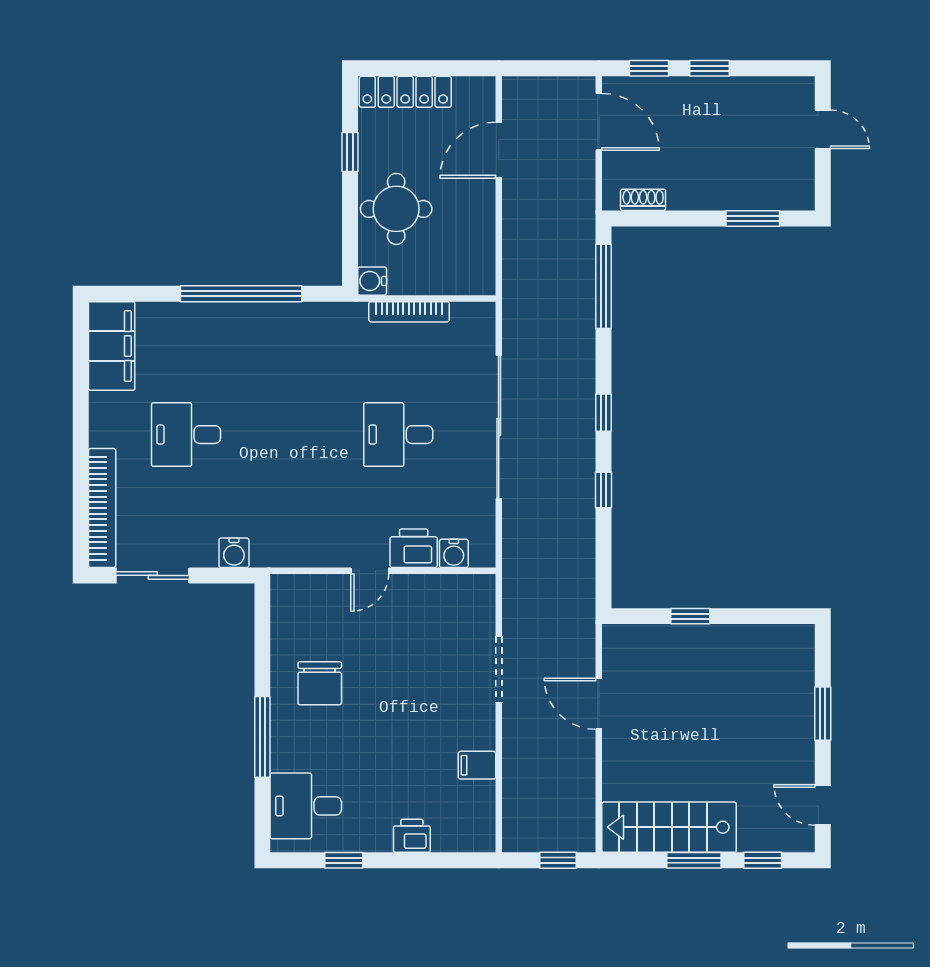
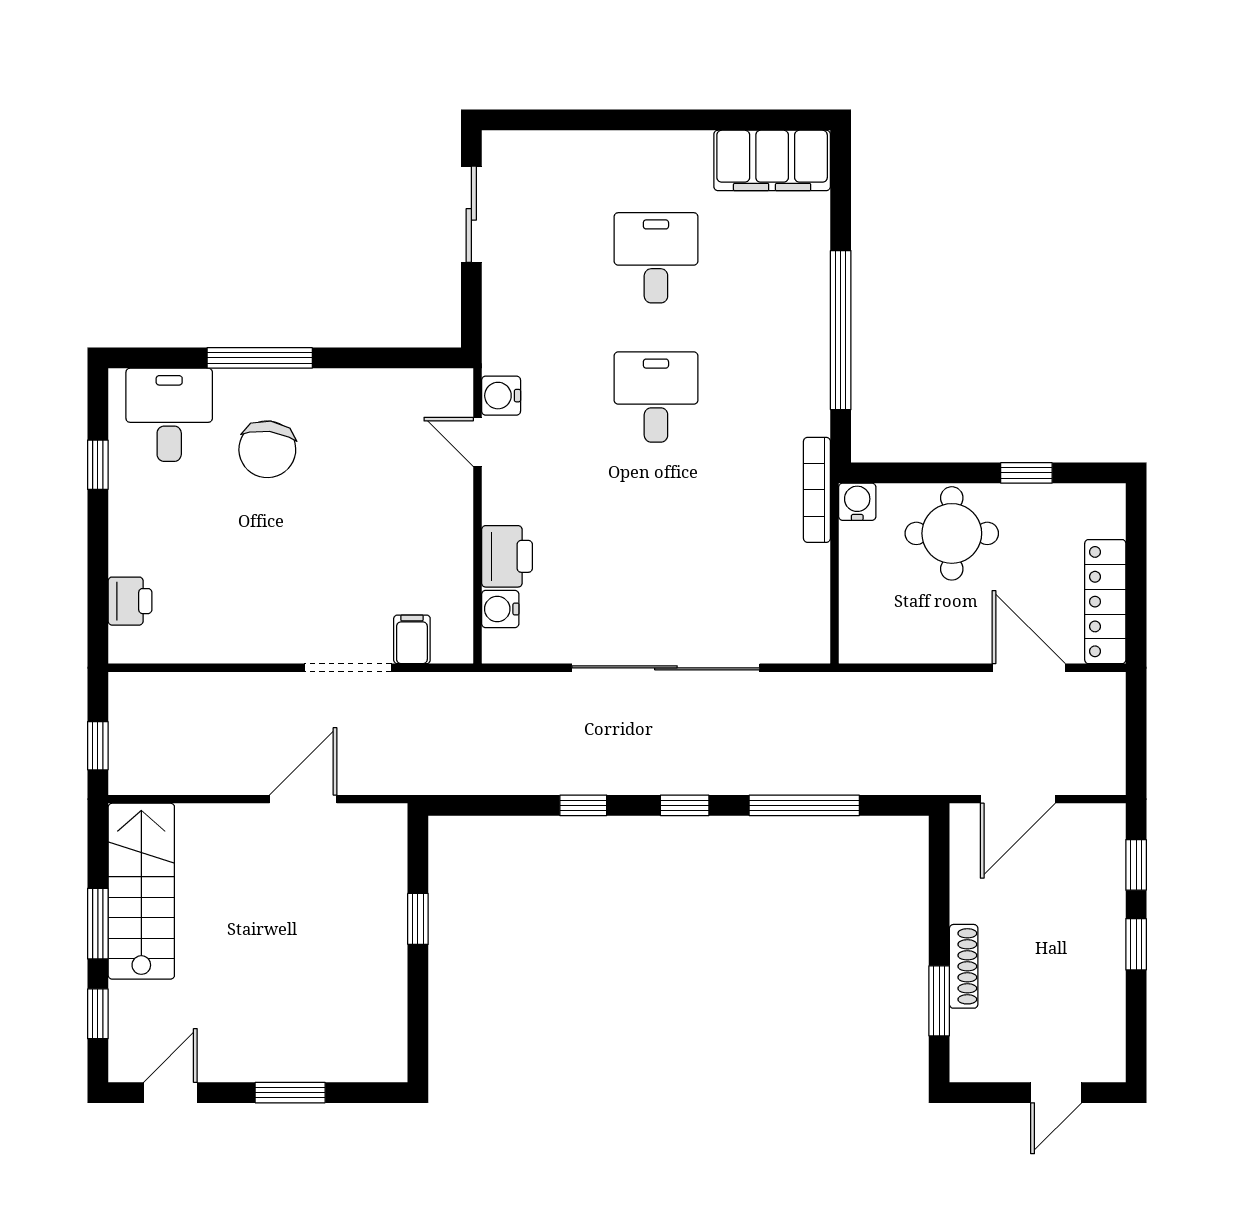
locker: (405, 92) -> (1105, 602), moved
door: (599, 122) -> (1018, 799), moved
shoe rack: (643, 200) -> (964, 966), moved, width x1.43
window: (604, 286) -> (804, 805), moved
bookcase: (409, 312) -> (817, 490), moved
desk: (398, 435) -> (656, 397), moved
bookcase: (102, 508) -> (560, 148), removed
water cooler: (234, 553) -> (501, 396), moved
door: (370, 571) -> (477, 442), moved
chair: (320, 683) -> (267, 449), moved, turned -83
filing cabinet: (477, 765) -> (412, 639), moved
printer: (412, 836) -> (130, 601), moved

